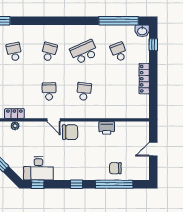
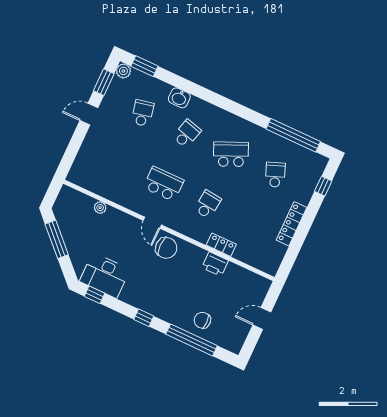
washbasin: (142, 31) -> (179, 98), moved
school desk: (49, 91) -> (163, 184), width x1.85
locker: (14, 113) -> (221, 245), moved

